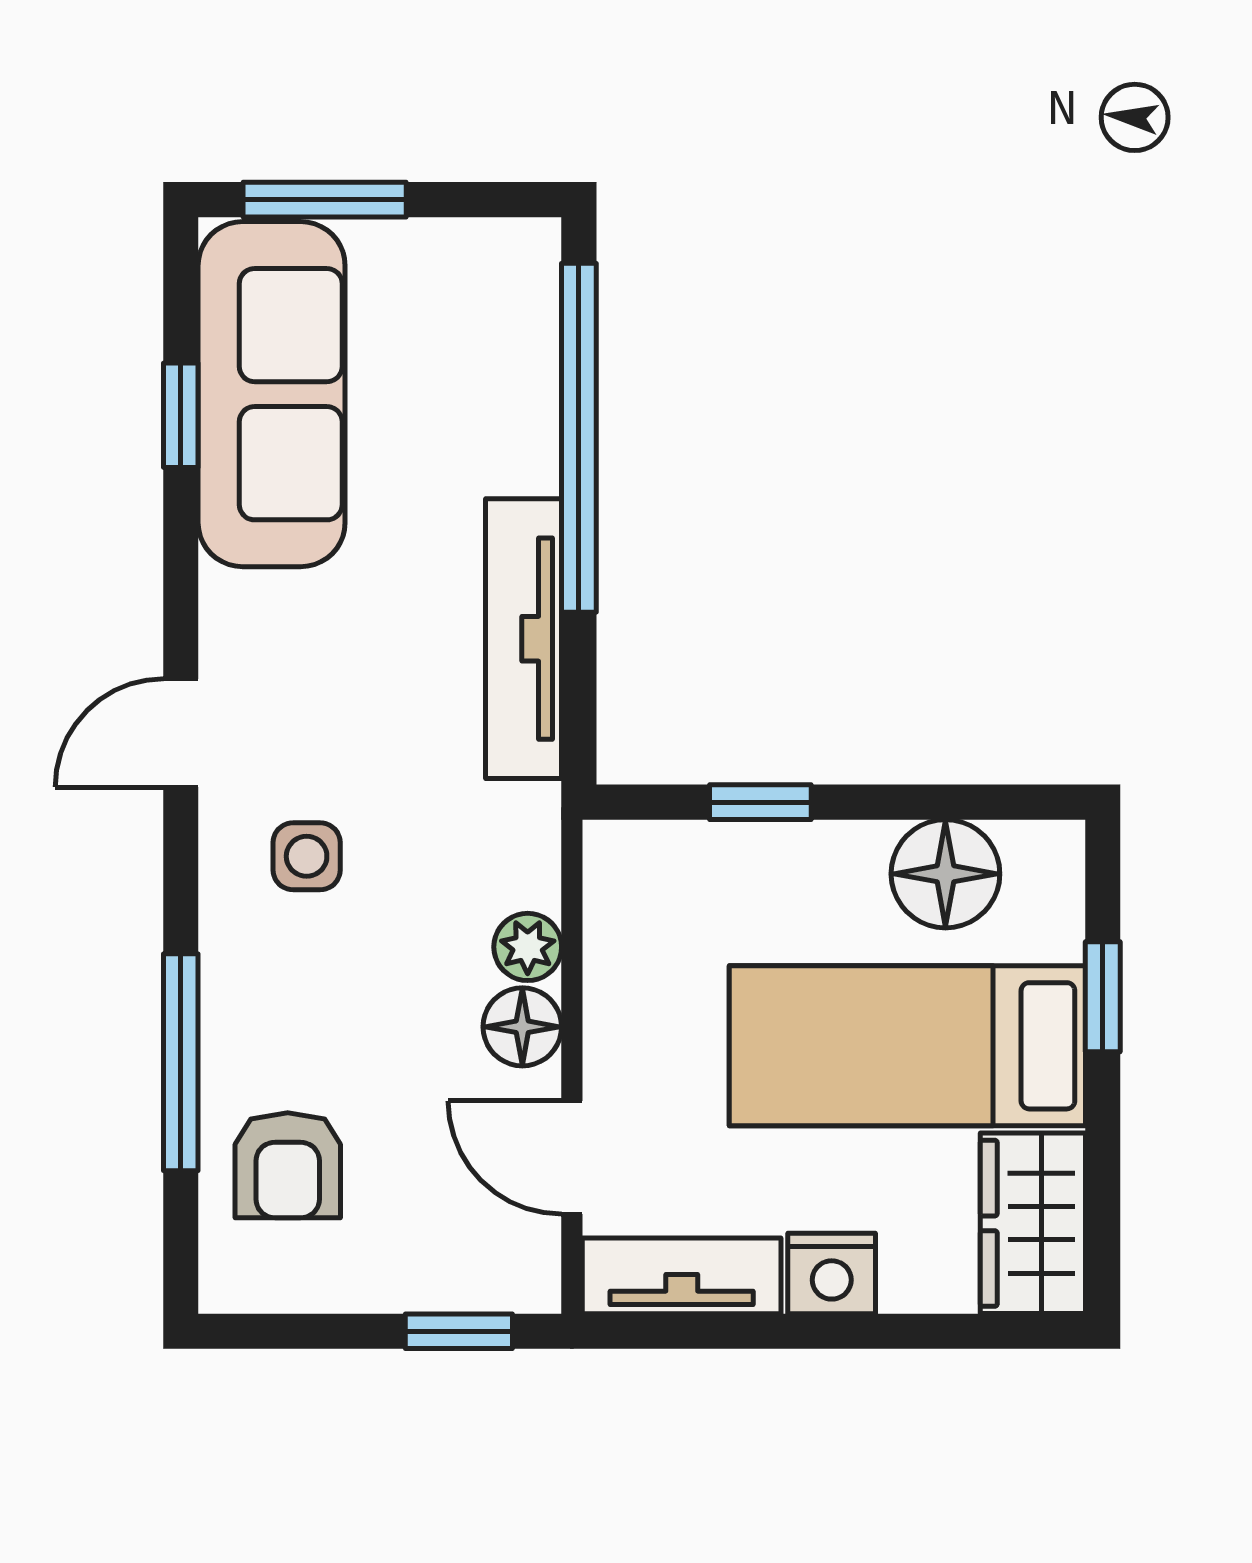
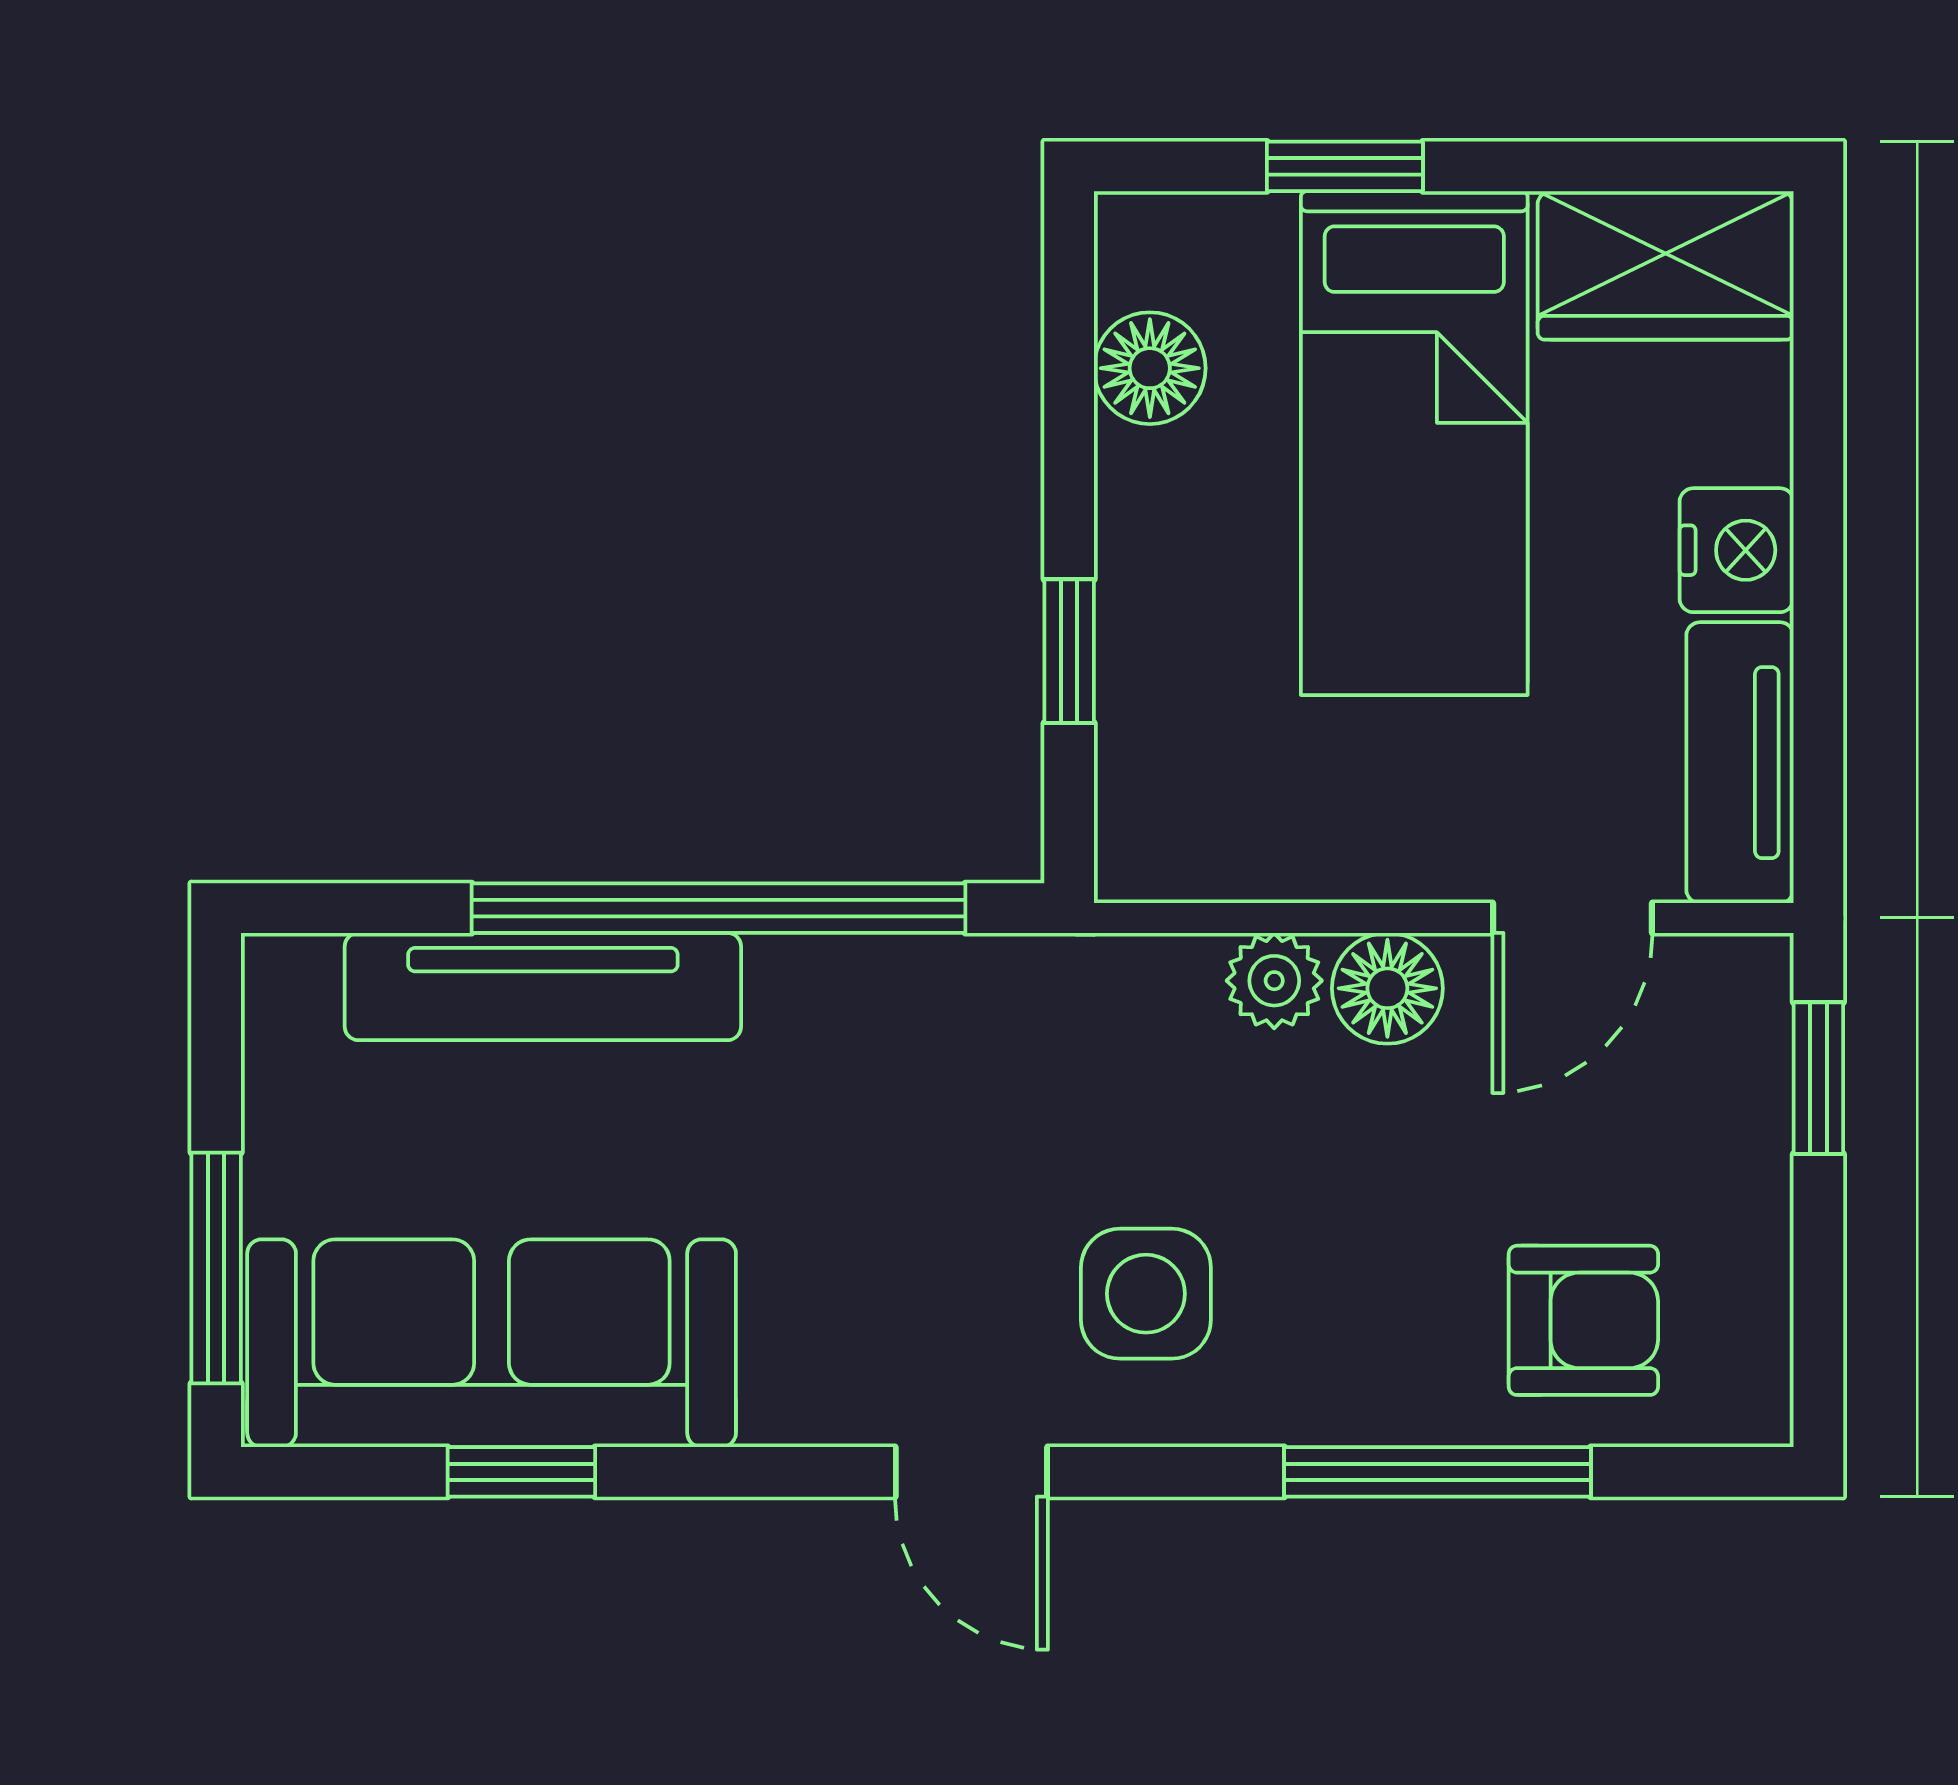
window: (579, 438) -> (719, 908), moved
tv unit: (524, 639) -> (543, 987), moved
side table: (307, 856) -> (1146, 1294), width x1.37, depth x1.37
floor lamp: (945, 874) -> (1150, 368), width x0.73, depth x0.73

